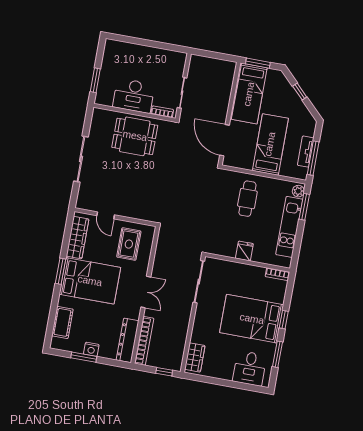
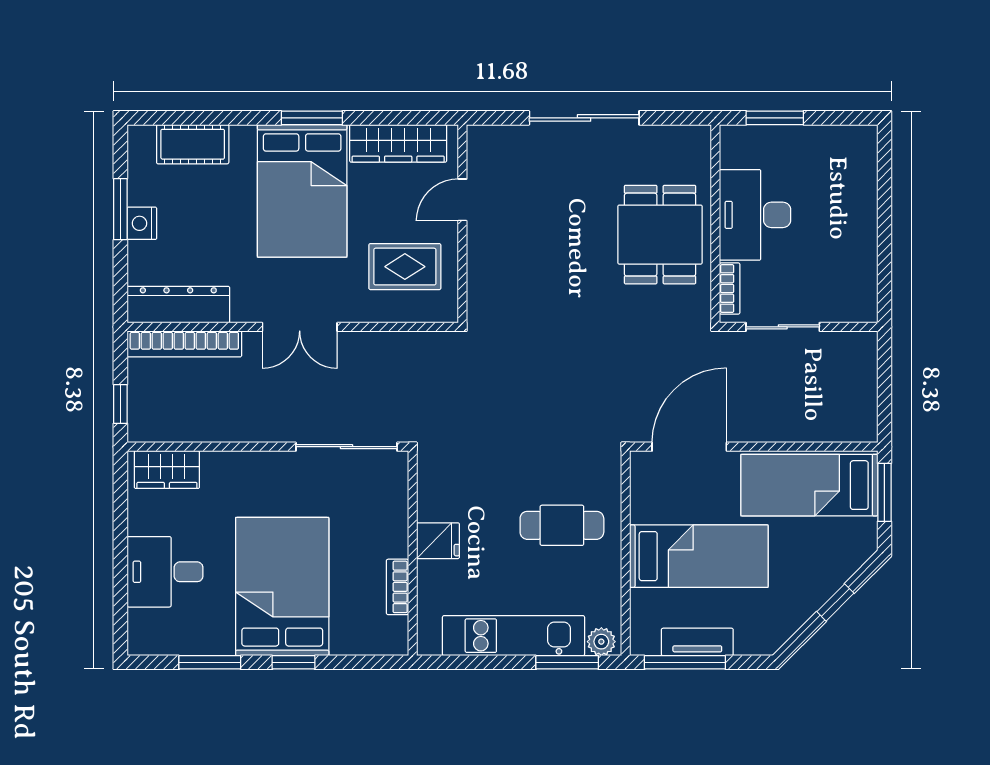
bookcase: (277, 274) -> (397, 587), moved
desk: (250, 368) -> (165, 572), moved

